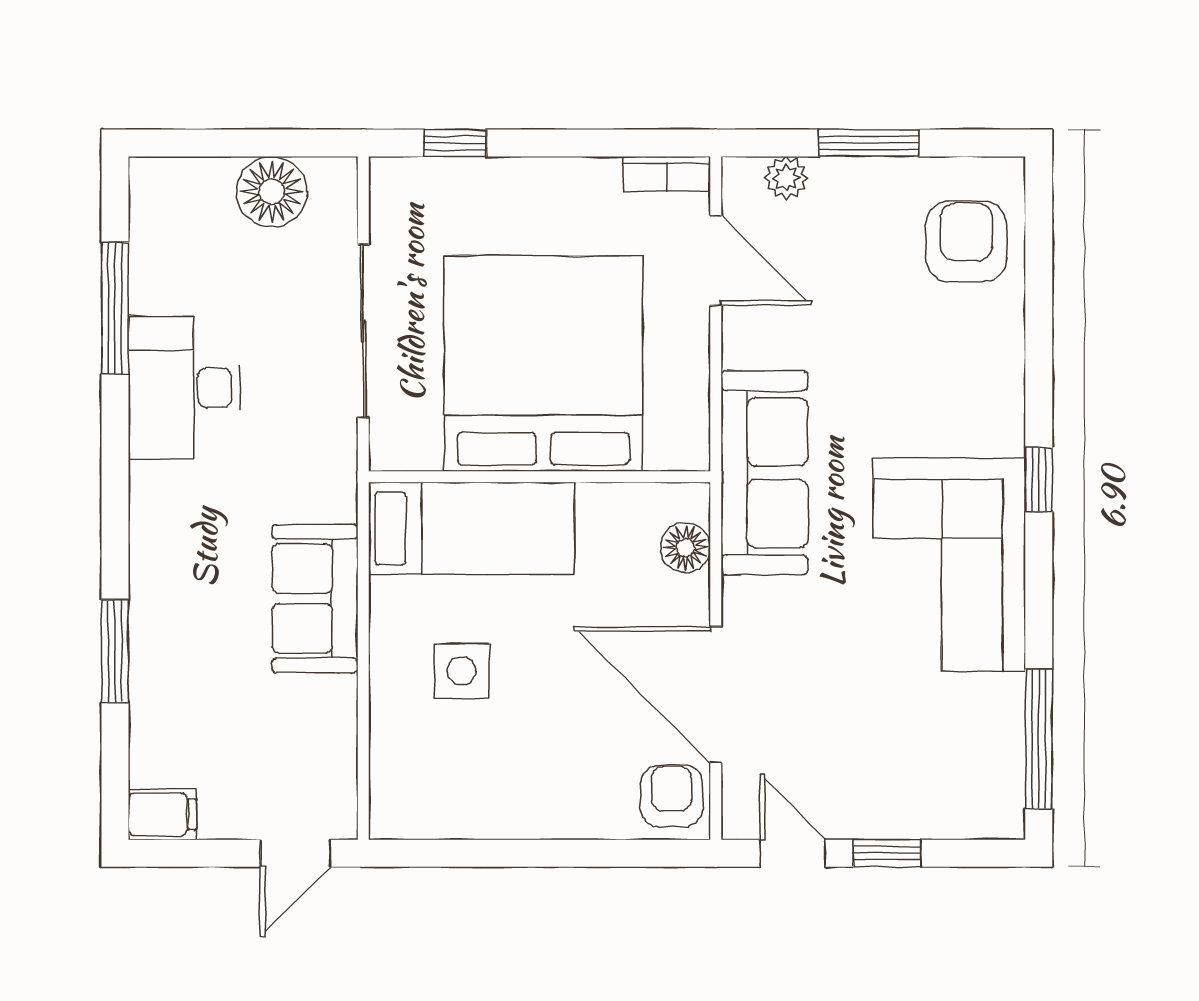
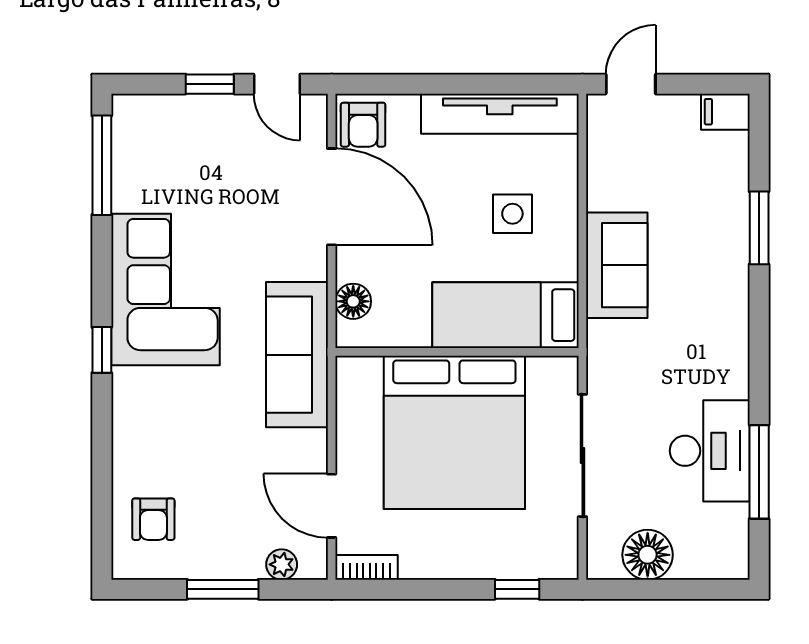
armchair: (966, 242) -> (153, 519), width x0.72, depth x0.72
desk: (184, 388) -> (710, 451), moved
tv unit: (479, 812) -> (500, 114), added

